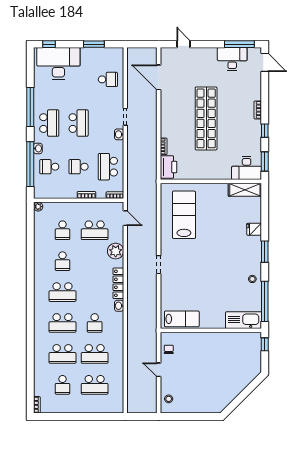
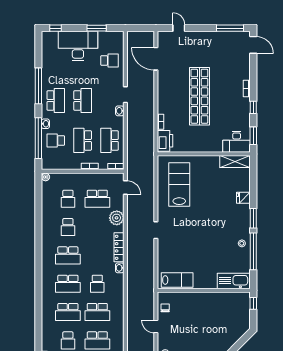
desk: (232, 59) -> (223, 42), removed
desk: (58, 64) -> (78, 46), moved
school desk: (79, 167) -> (83, 140), width x1.85
window: (265, 301) -> (253, 251), moved

